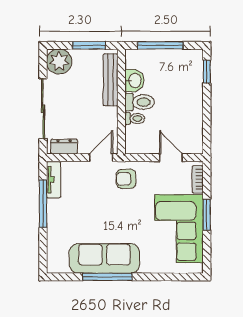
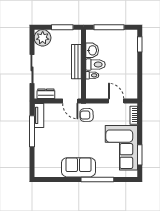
bench: (110, 80) -> (76, 62), moved
sliding door: (43, 109) -> (32, 69), width x0.73
door: (101, 158) -> (70, 101), swing flipped
window: (207, 215) -> (140, 155), moved
sofa: (104, 258) -> (78, 167), width x0.73
window: (107, 277) -> (97, 179), moved

